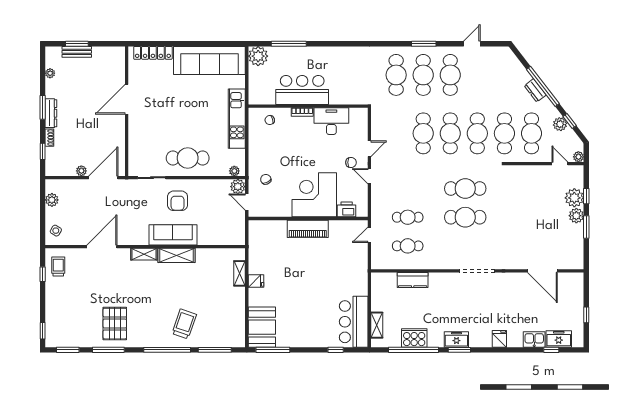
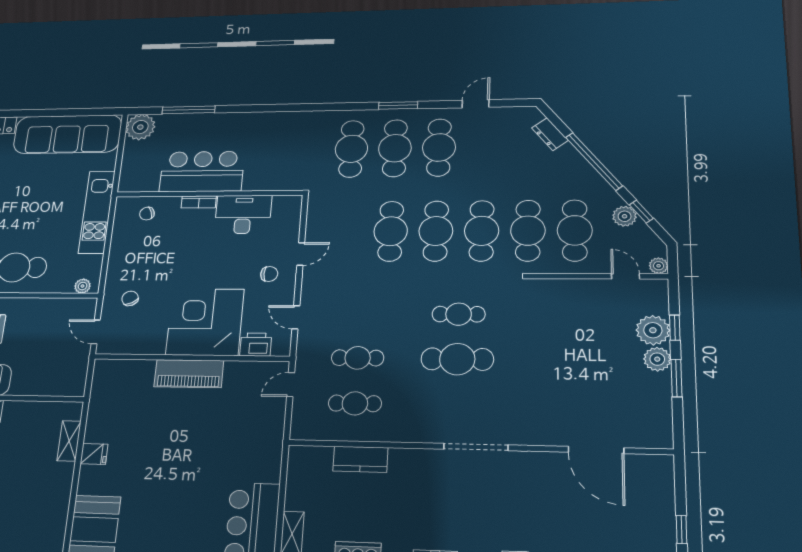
dresser: (535, 90) -> (550, 134), moved
door: (369, 176) -> (296, 317), moved
plant: (238, 187) -> (85, 309), removed
cafe table: (465, 189) -> (459, 314), width x0.73, depth x0.74

